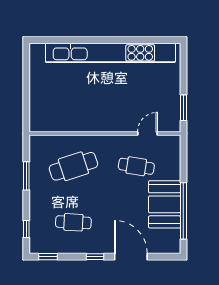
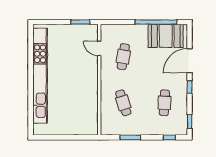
cafe table: (73, 166) -> (123, 103), width x0.73, depth x0.74
booth: (165, 204) -> (166, 36), moved

